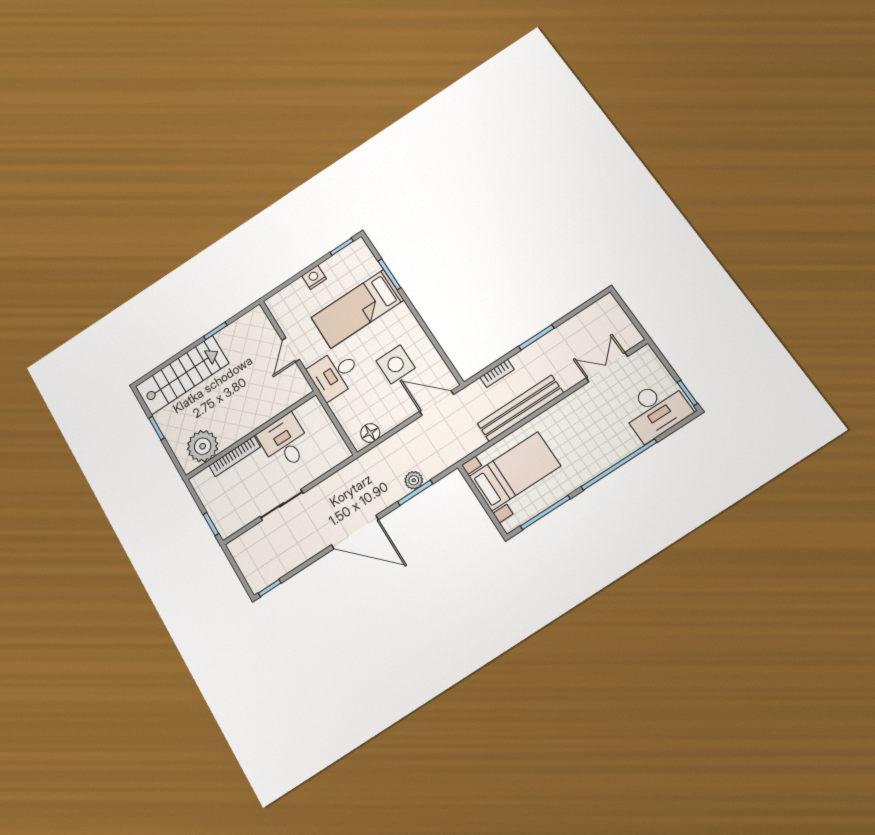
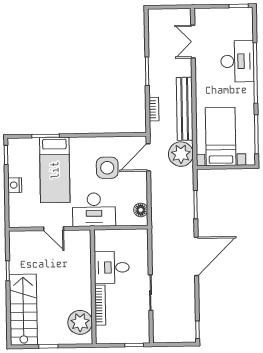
desk: (335, 374) -> (94, 210), width x1.37
desk: (656, 410) -> (237, 61), moved
plant: (414, 480) -> (181, 154), moved, width x1.88, depth x1.88

